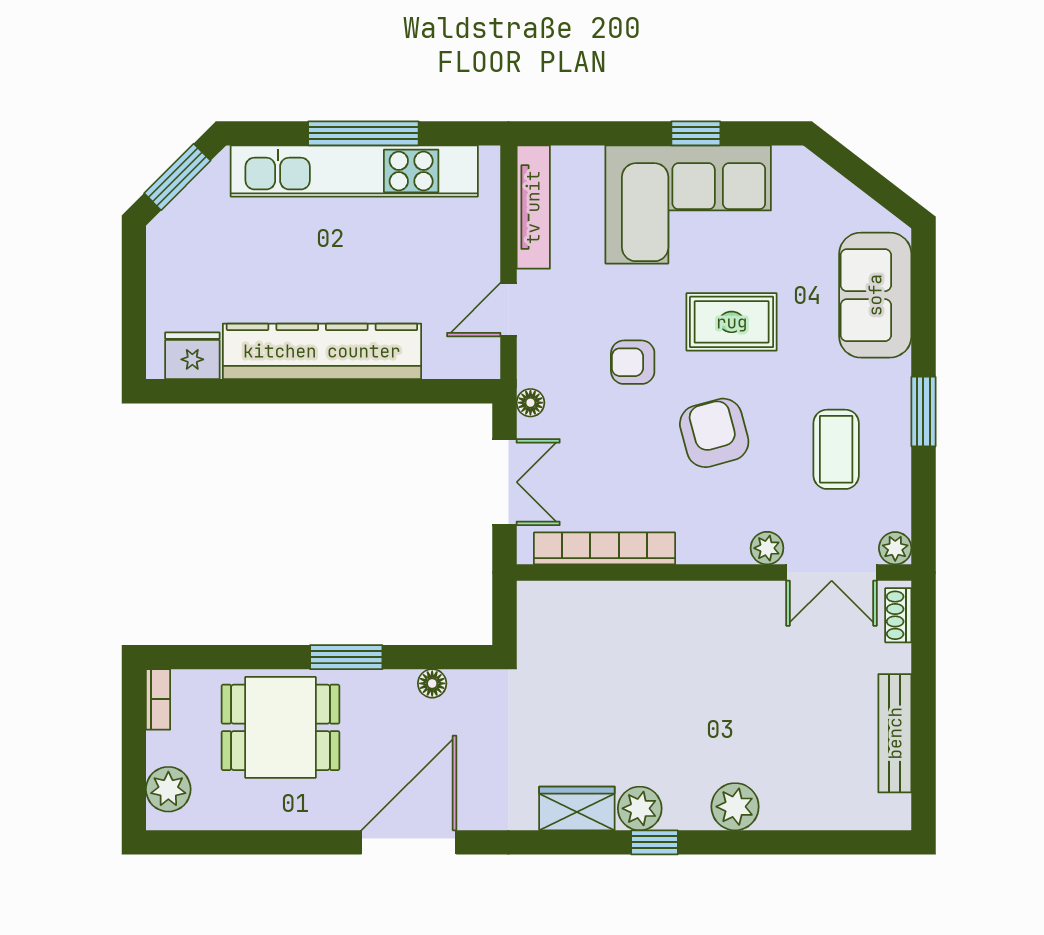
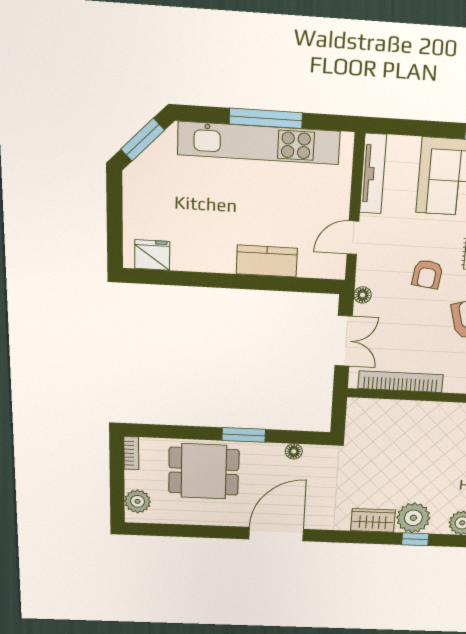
kitchen counter: (322, 351) -> (267, 261), width x0.48, depth x0.86
armchair: (633, 362) -> (427, 274), turned -83
plant: (640, 808) -> (413, 518), width x1.36, depth x1.36

